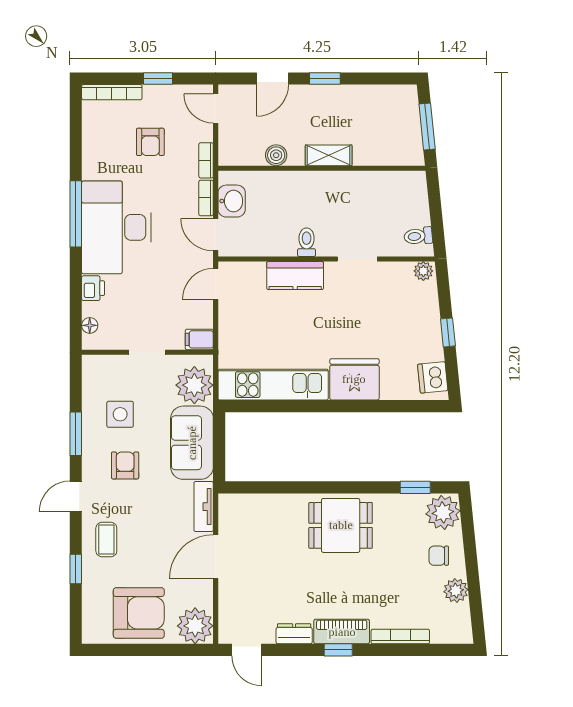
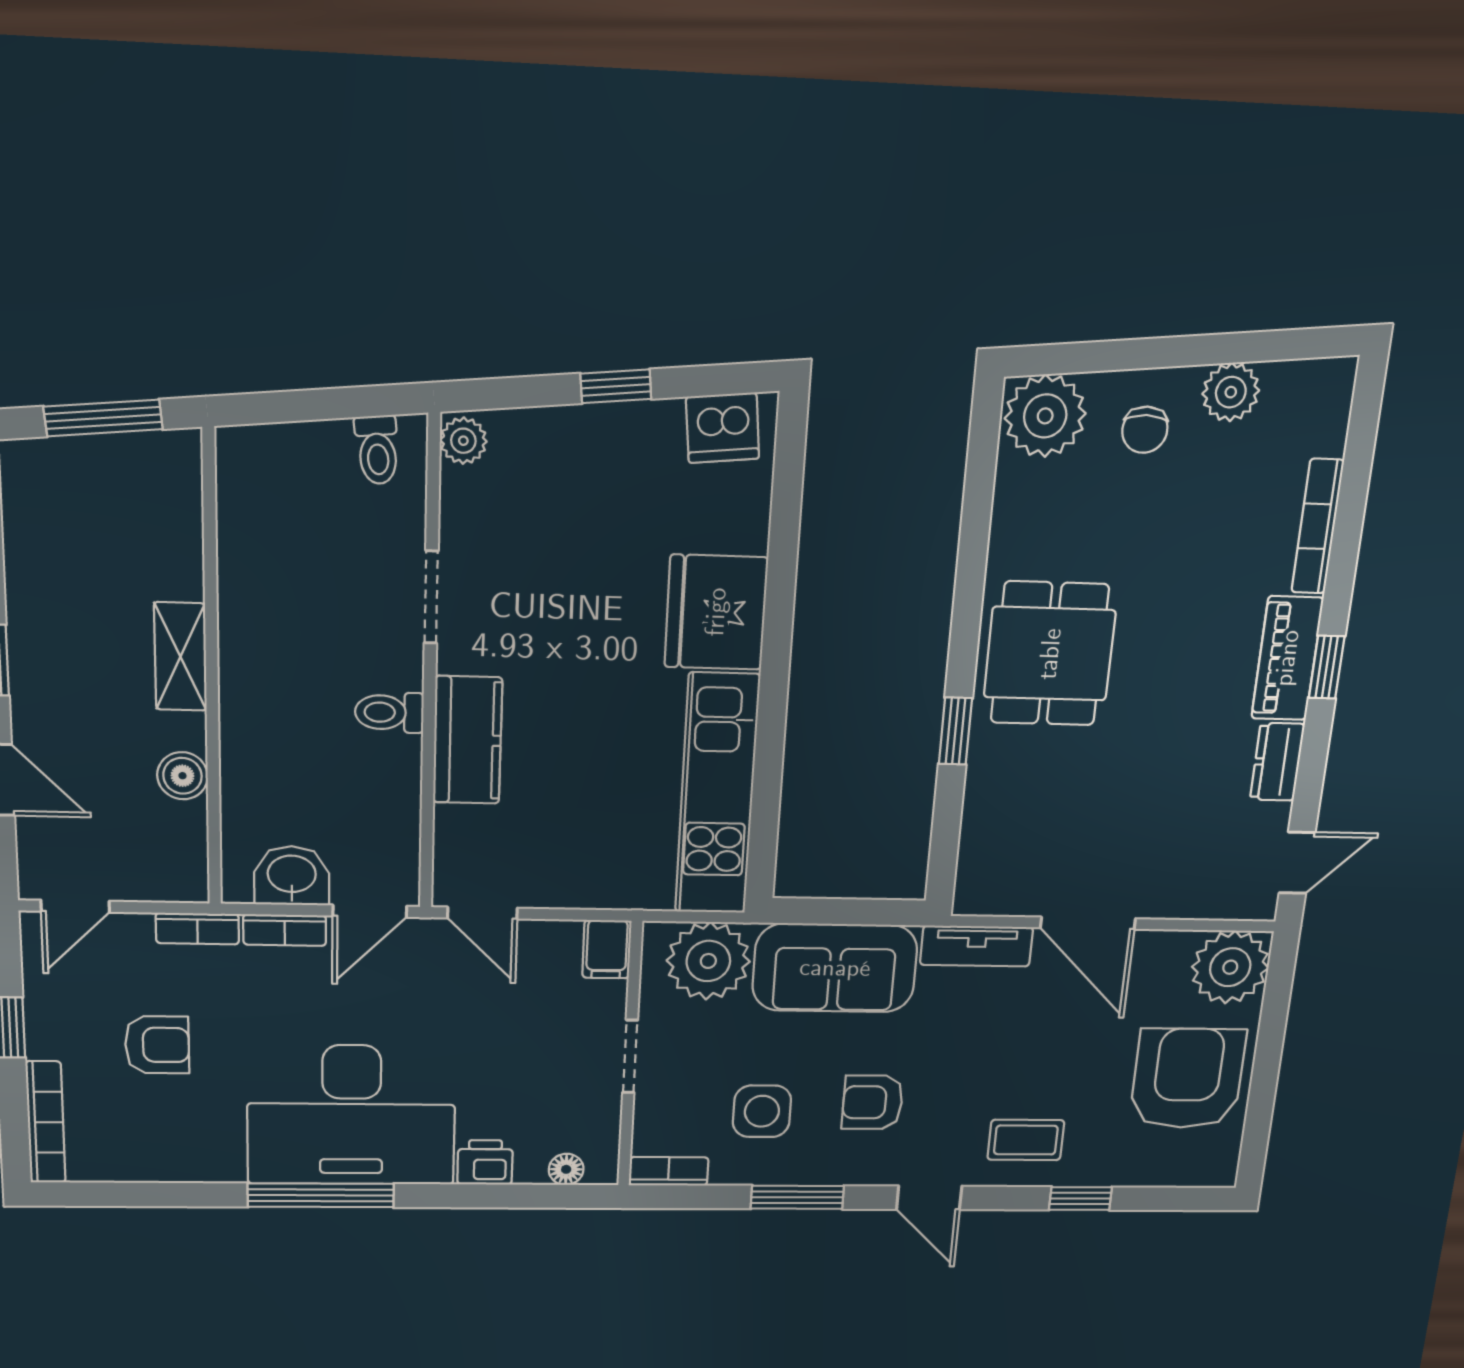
bookcase: (89, 373) -> (669, 1171), added
window: (415, 487) -> (955, 731), moved

